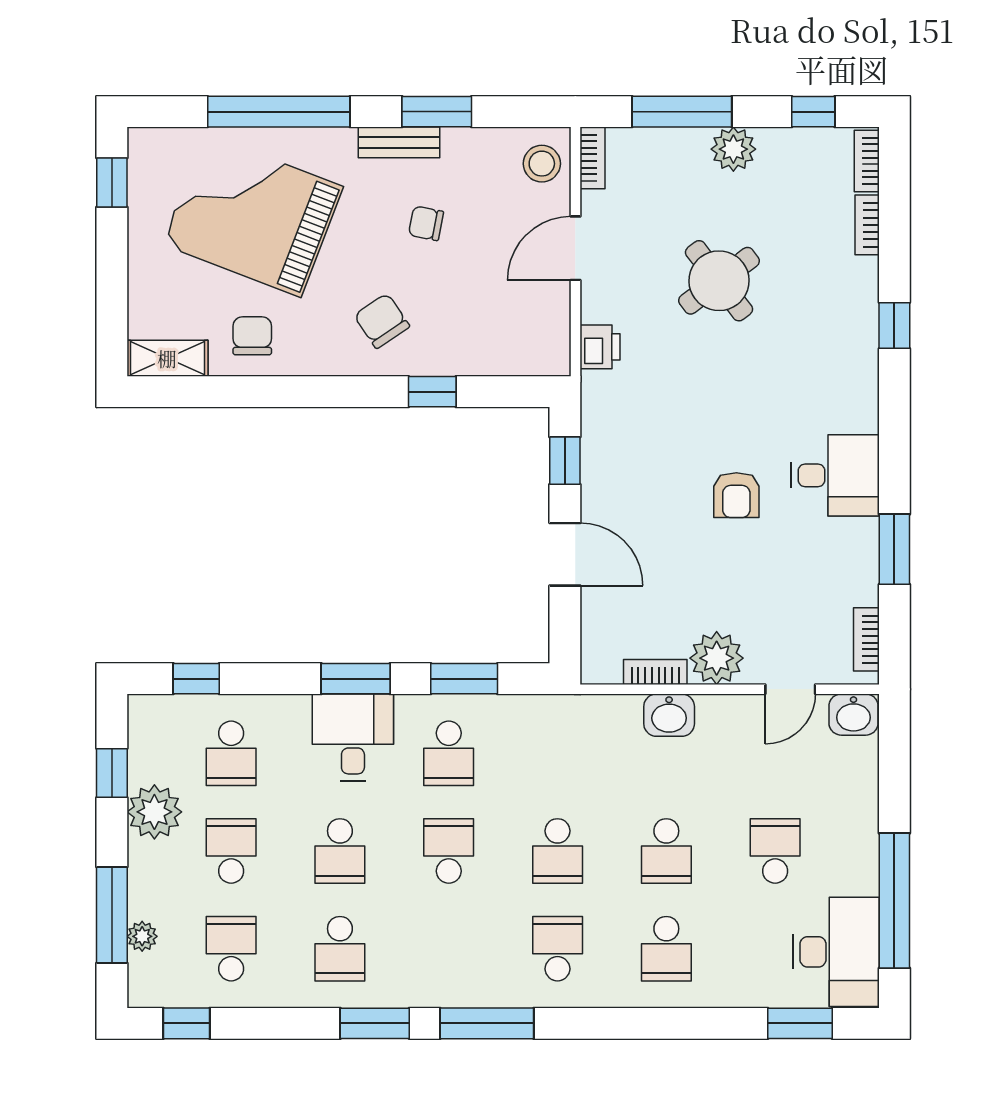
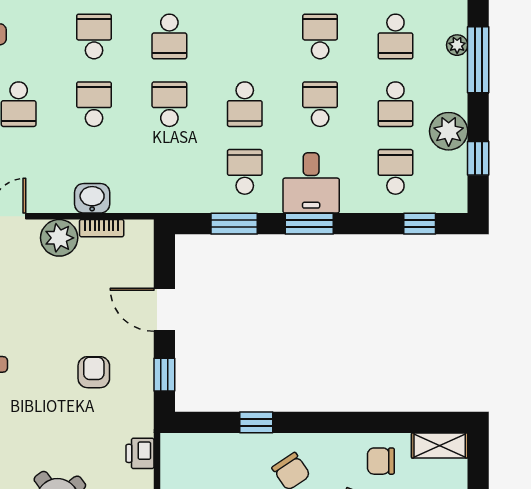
chair: (252, 336) -> (381, 461), turned 90
armchair: (736, 495) -> (94, 372), moved

